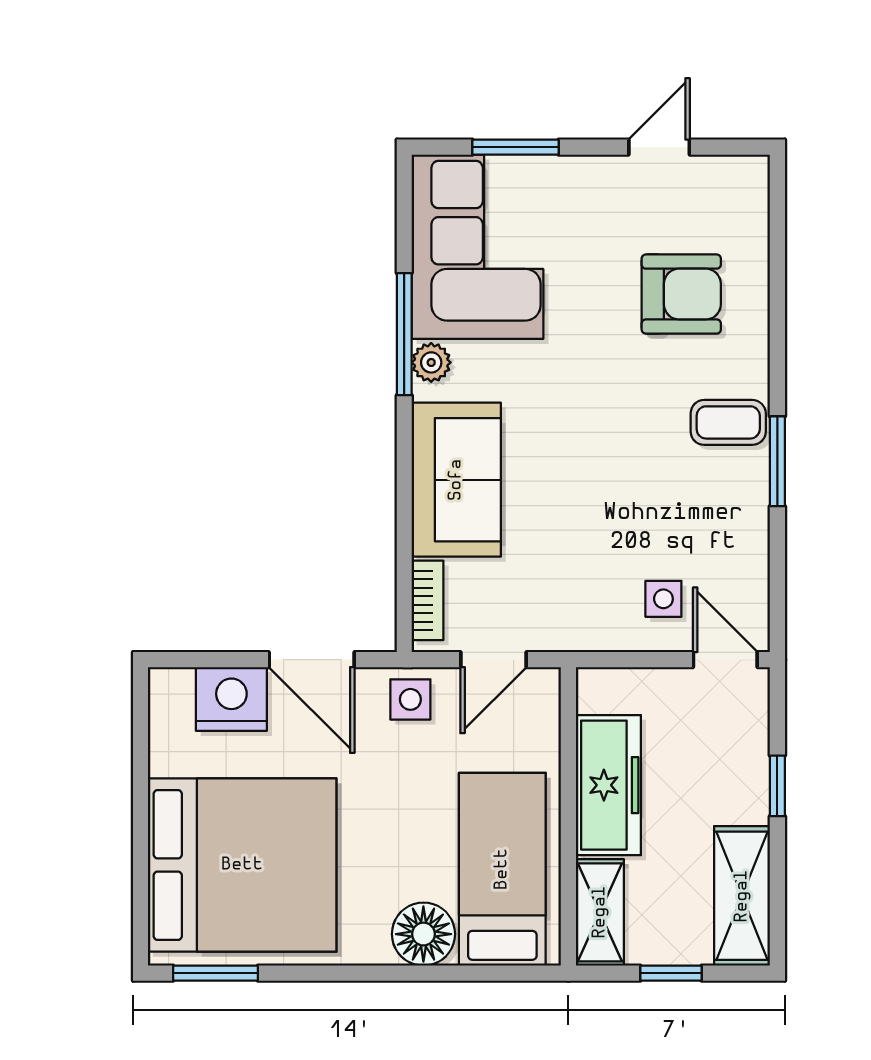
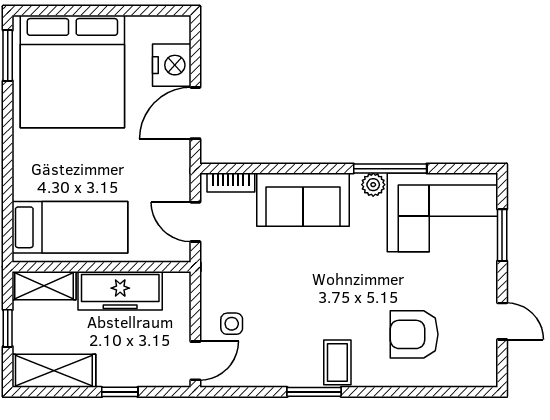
armchair: (681, 294) -> (414, 334), turned 90
side table: (410, 699) -> (171, 172), removed
floor lamp: (423, 934) -> (31, 180), removed

